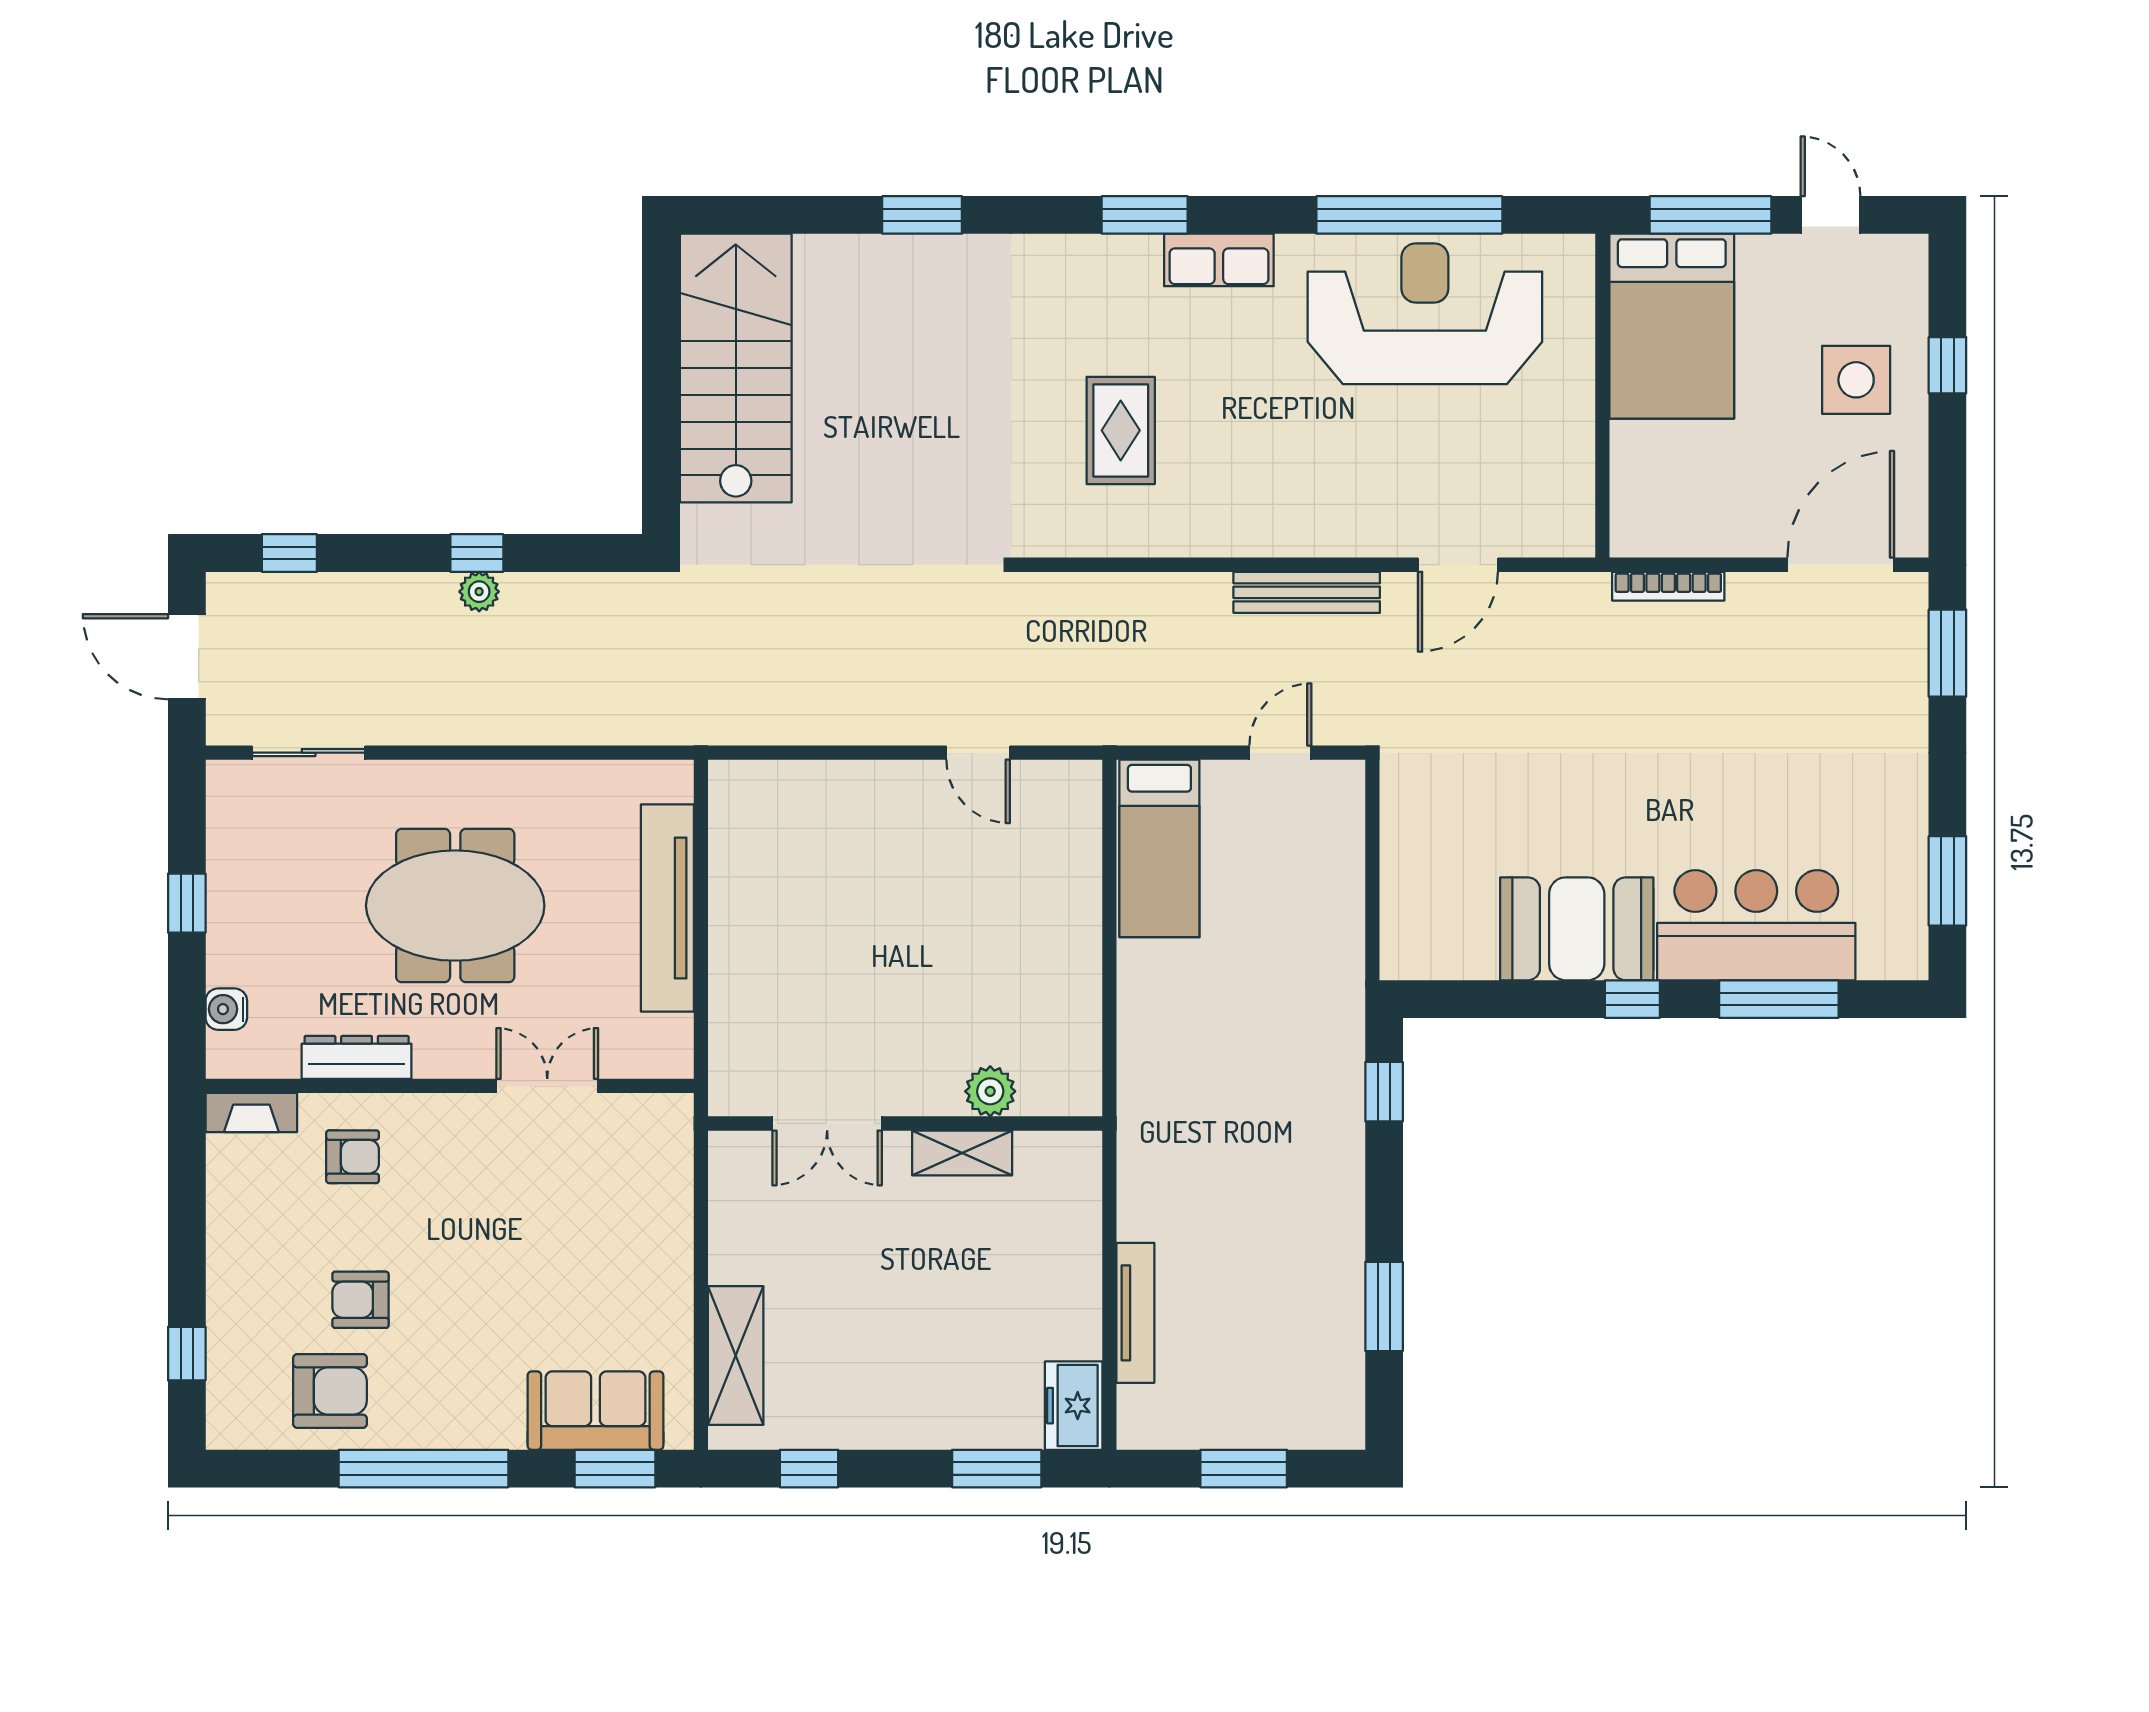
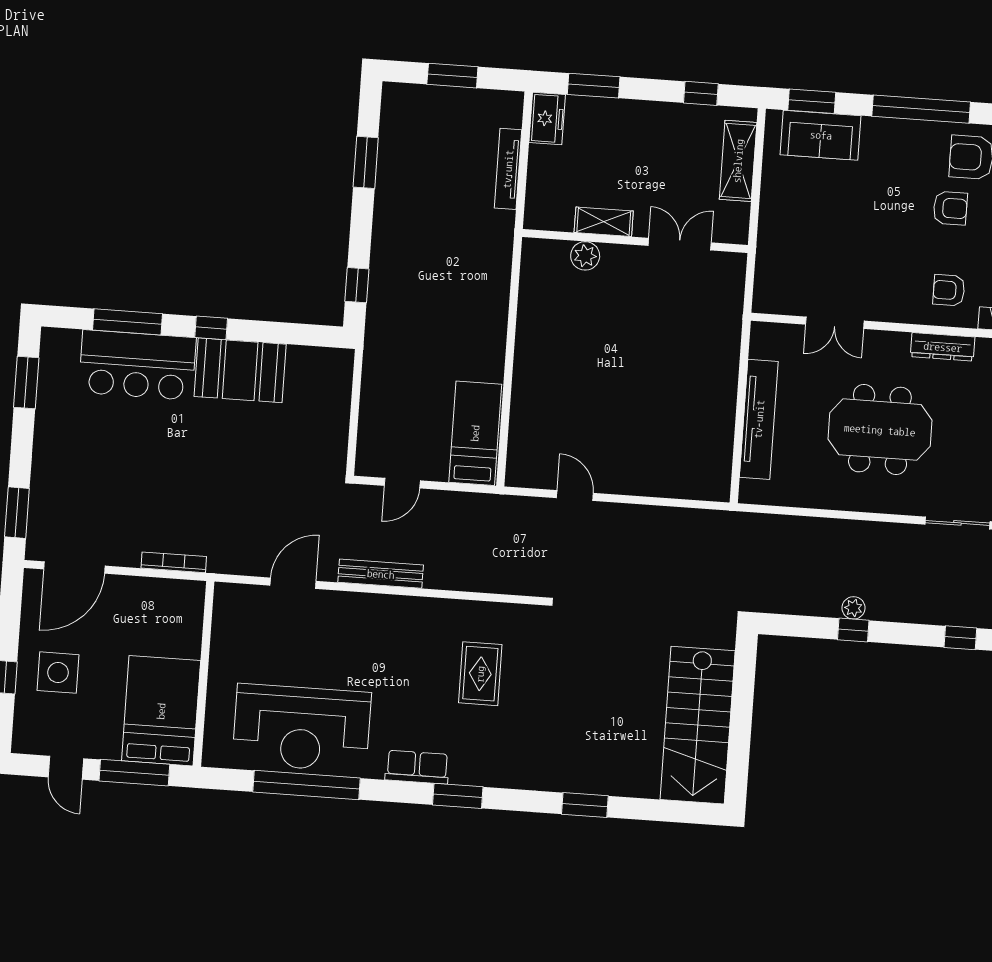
plant: (990, 1091) -> (585, 256), moved
double door: (827, 1123) -> (680, 244), moved
wall: (905, 1123) -> (635, 241), moved
shelving: (962, 1153) -> (604, 222), moved

